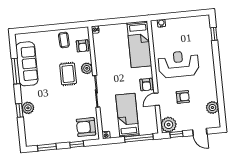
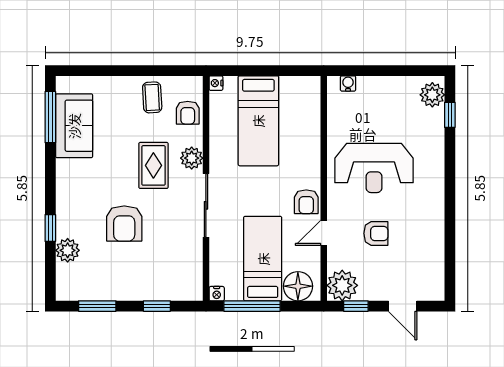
bed: (139, 44) -> (258, 121), moved
sofa: (27, 64) -> (74, 126), width x0.73
reception desk: (179, 64) -> (374, 168), turned 180
window: (16, 71) -> (50, 117), moved
plant: (28, 108) -> (68, 250), moved
plant: (212, 108) -> (432, 95), moved
armchair: (86, 127) -> (124, 223), moved, turned -90
floor lamp: (146, 127) -> (298, 286), added
window: (139, 138) -> (252, 306), moved

